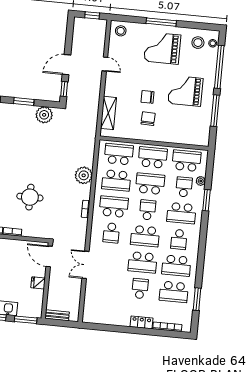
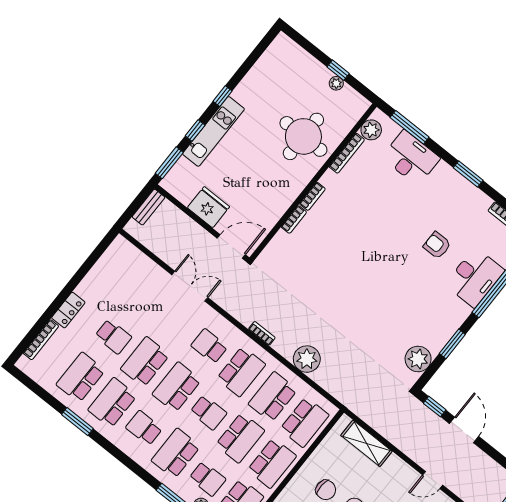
round table: (30, 197) -> (324, 271), removed
fridge: (38, 283) -> (208, 207), width x1.88, depth x1.34
window: (197, 299) -> (77, 422), moved

